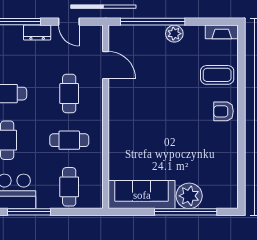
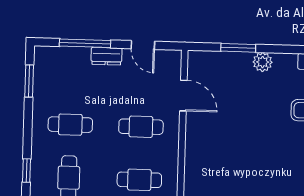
window: (153, 22) -> (238, 48), width x0.47
cafe table: (69, 94) -> (141, 127), turned 90

